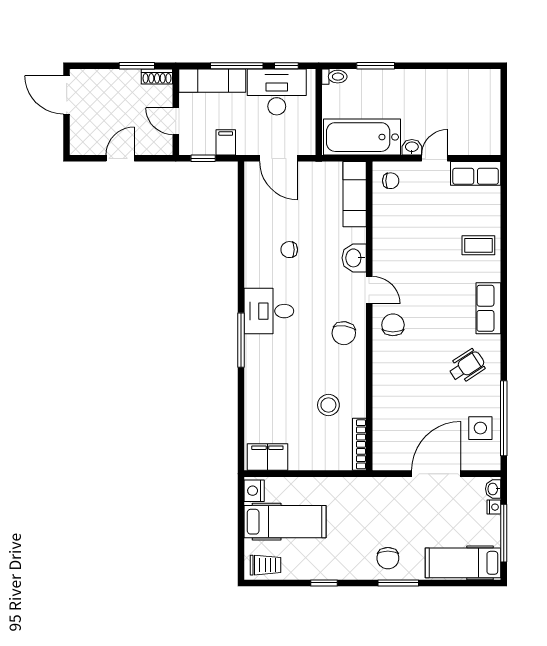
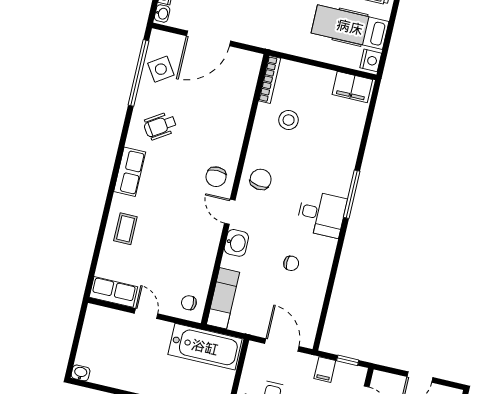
washbasin: (412, 147) -> (81, 373), moved, turned 180
door: (435, 158) -> (146, 313), swing flipped
coffee table: (478, 245) -> (125, 229), turned 90
side table: (480, 428) -> (161, 69), turned -34

